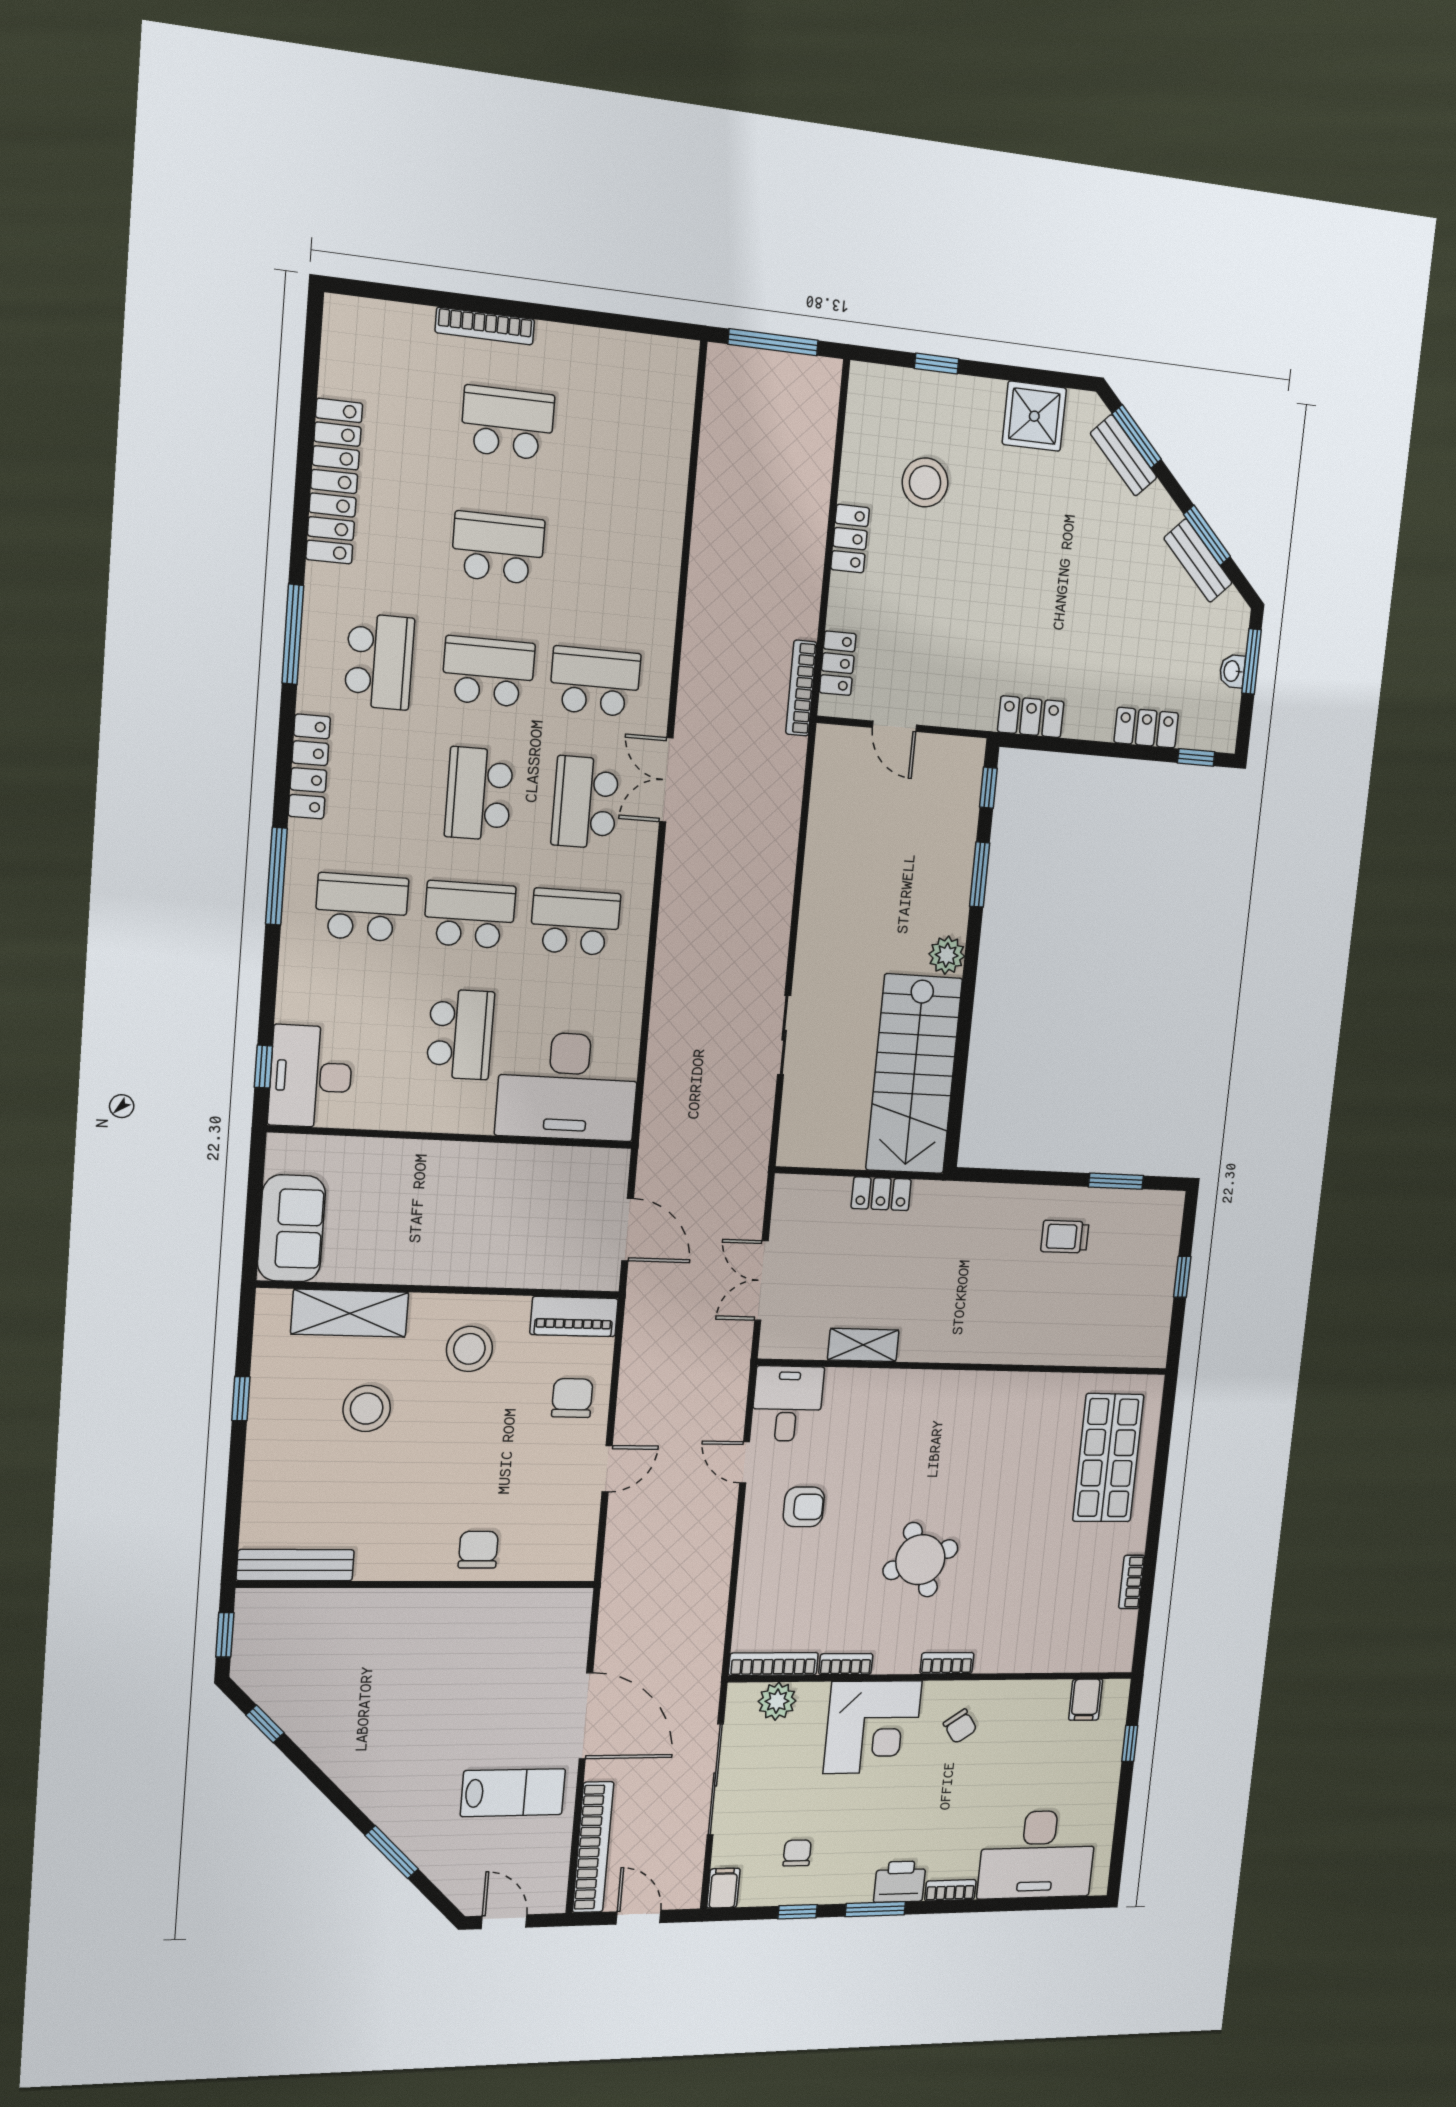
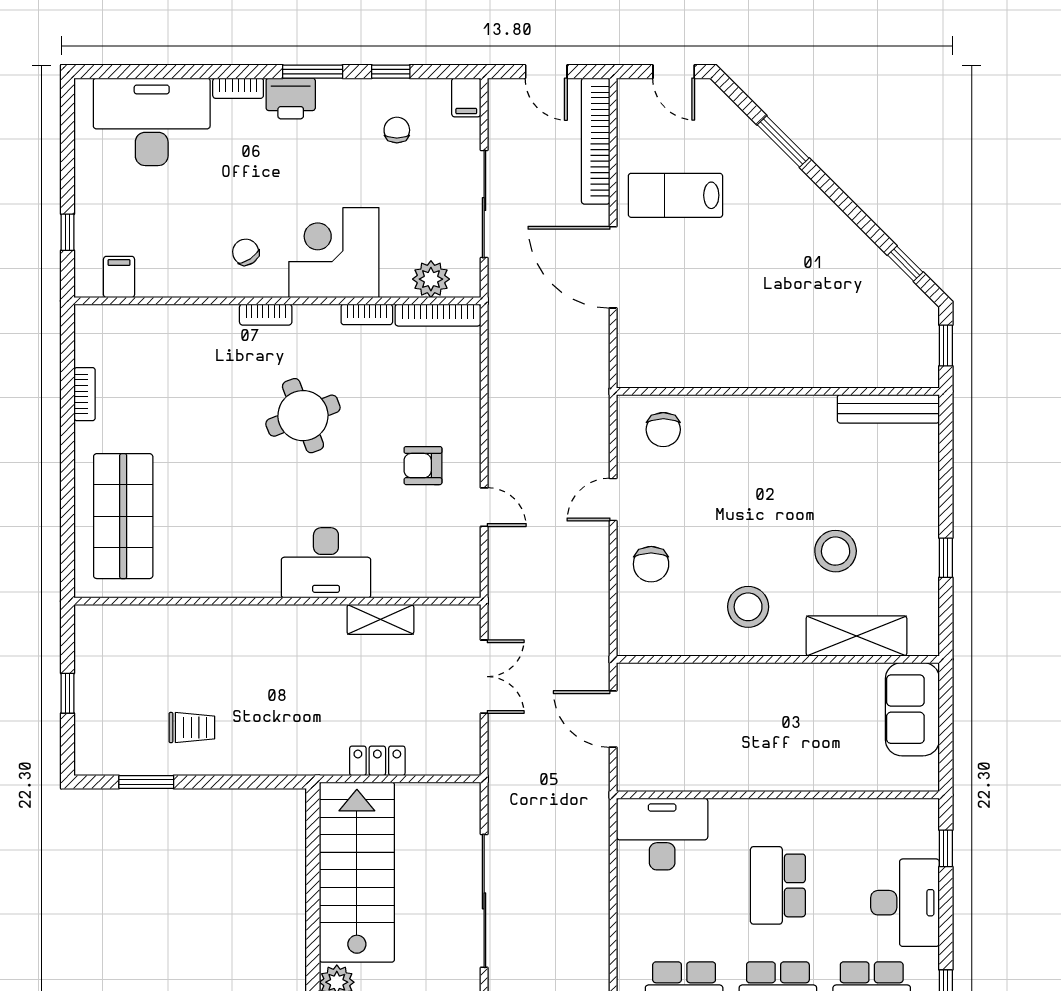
sliding door: (784, 1035) -> (484, 901), width x1.86
desk: (311, 1076) -> (905, 903), moved
desk: (568, 1086) -> (662, 834), width x0.73, depth x0.77
piano: (574, 1316) -> (656, 639), removed
desk: (787, 1404) -> (326, 563), moved, width x1.37
chair: (478, 1550) -> (663, 430), moved
chair: (797, 1853) -> (397, 130), turned 180

